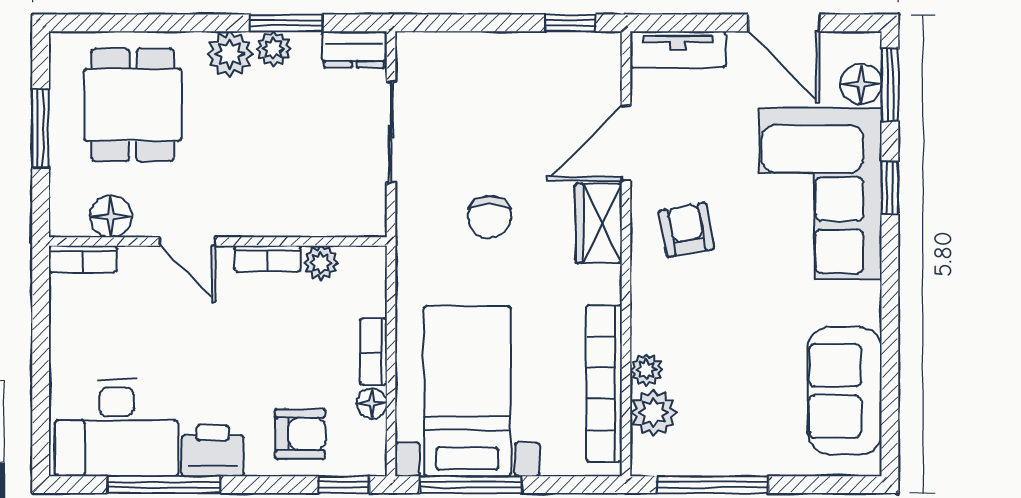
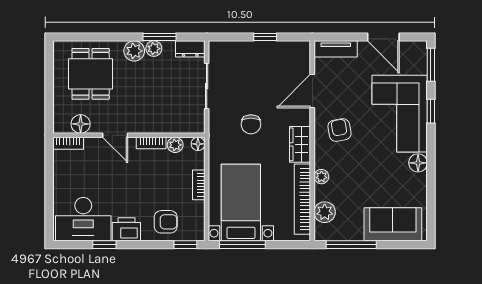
window: (570, 23) -> (265, 37), moved
floor lamp: (861, 84) -> (418, 163), moved
window: (41, 128) -> (49, 84), removed
wardrobe: (599, 223) -> (300, 144), moved
plant: (646, 370) -> (321, 177), moved
sofa: (845, 391) -> (393, 224), moved, turned 90
floor lamp: (372, 404) -> (198, 144), moved
window: (164, 485) -> (104, 245), width x0.46

